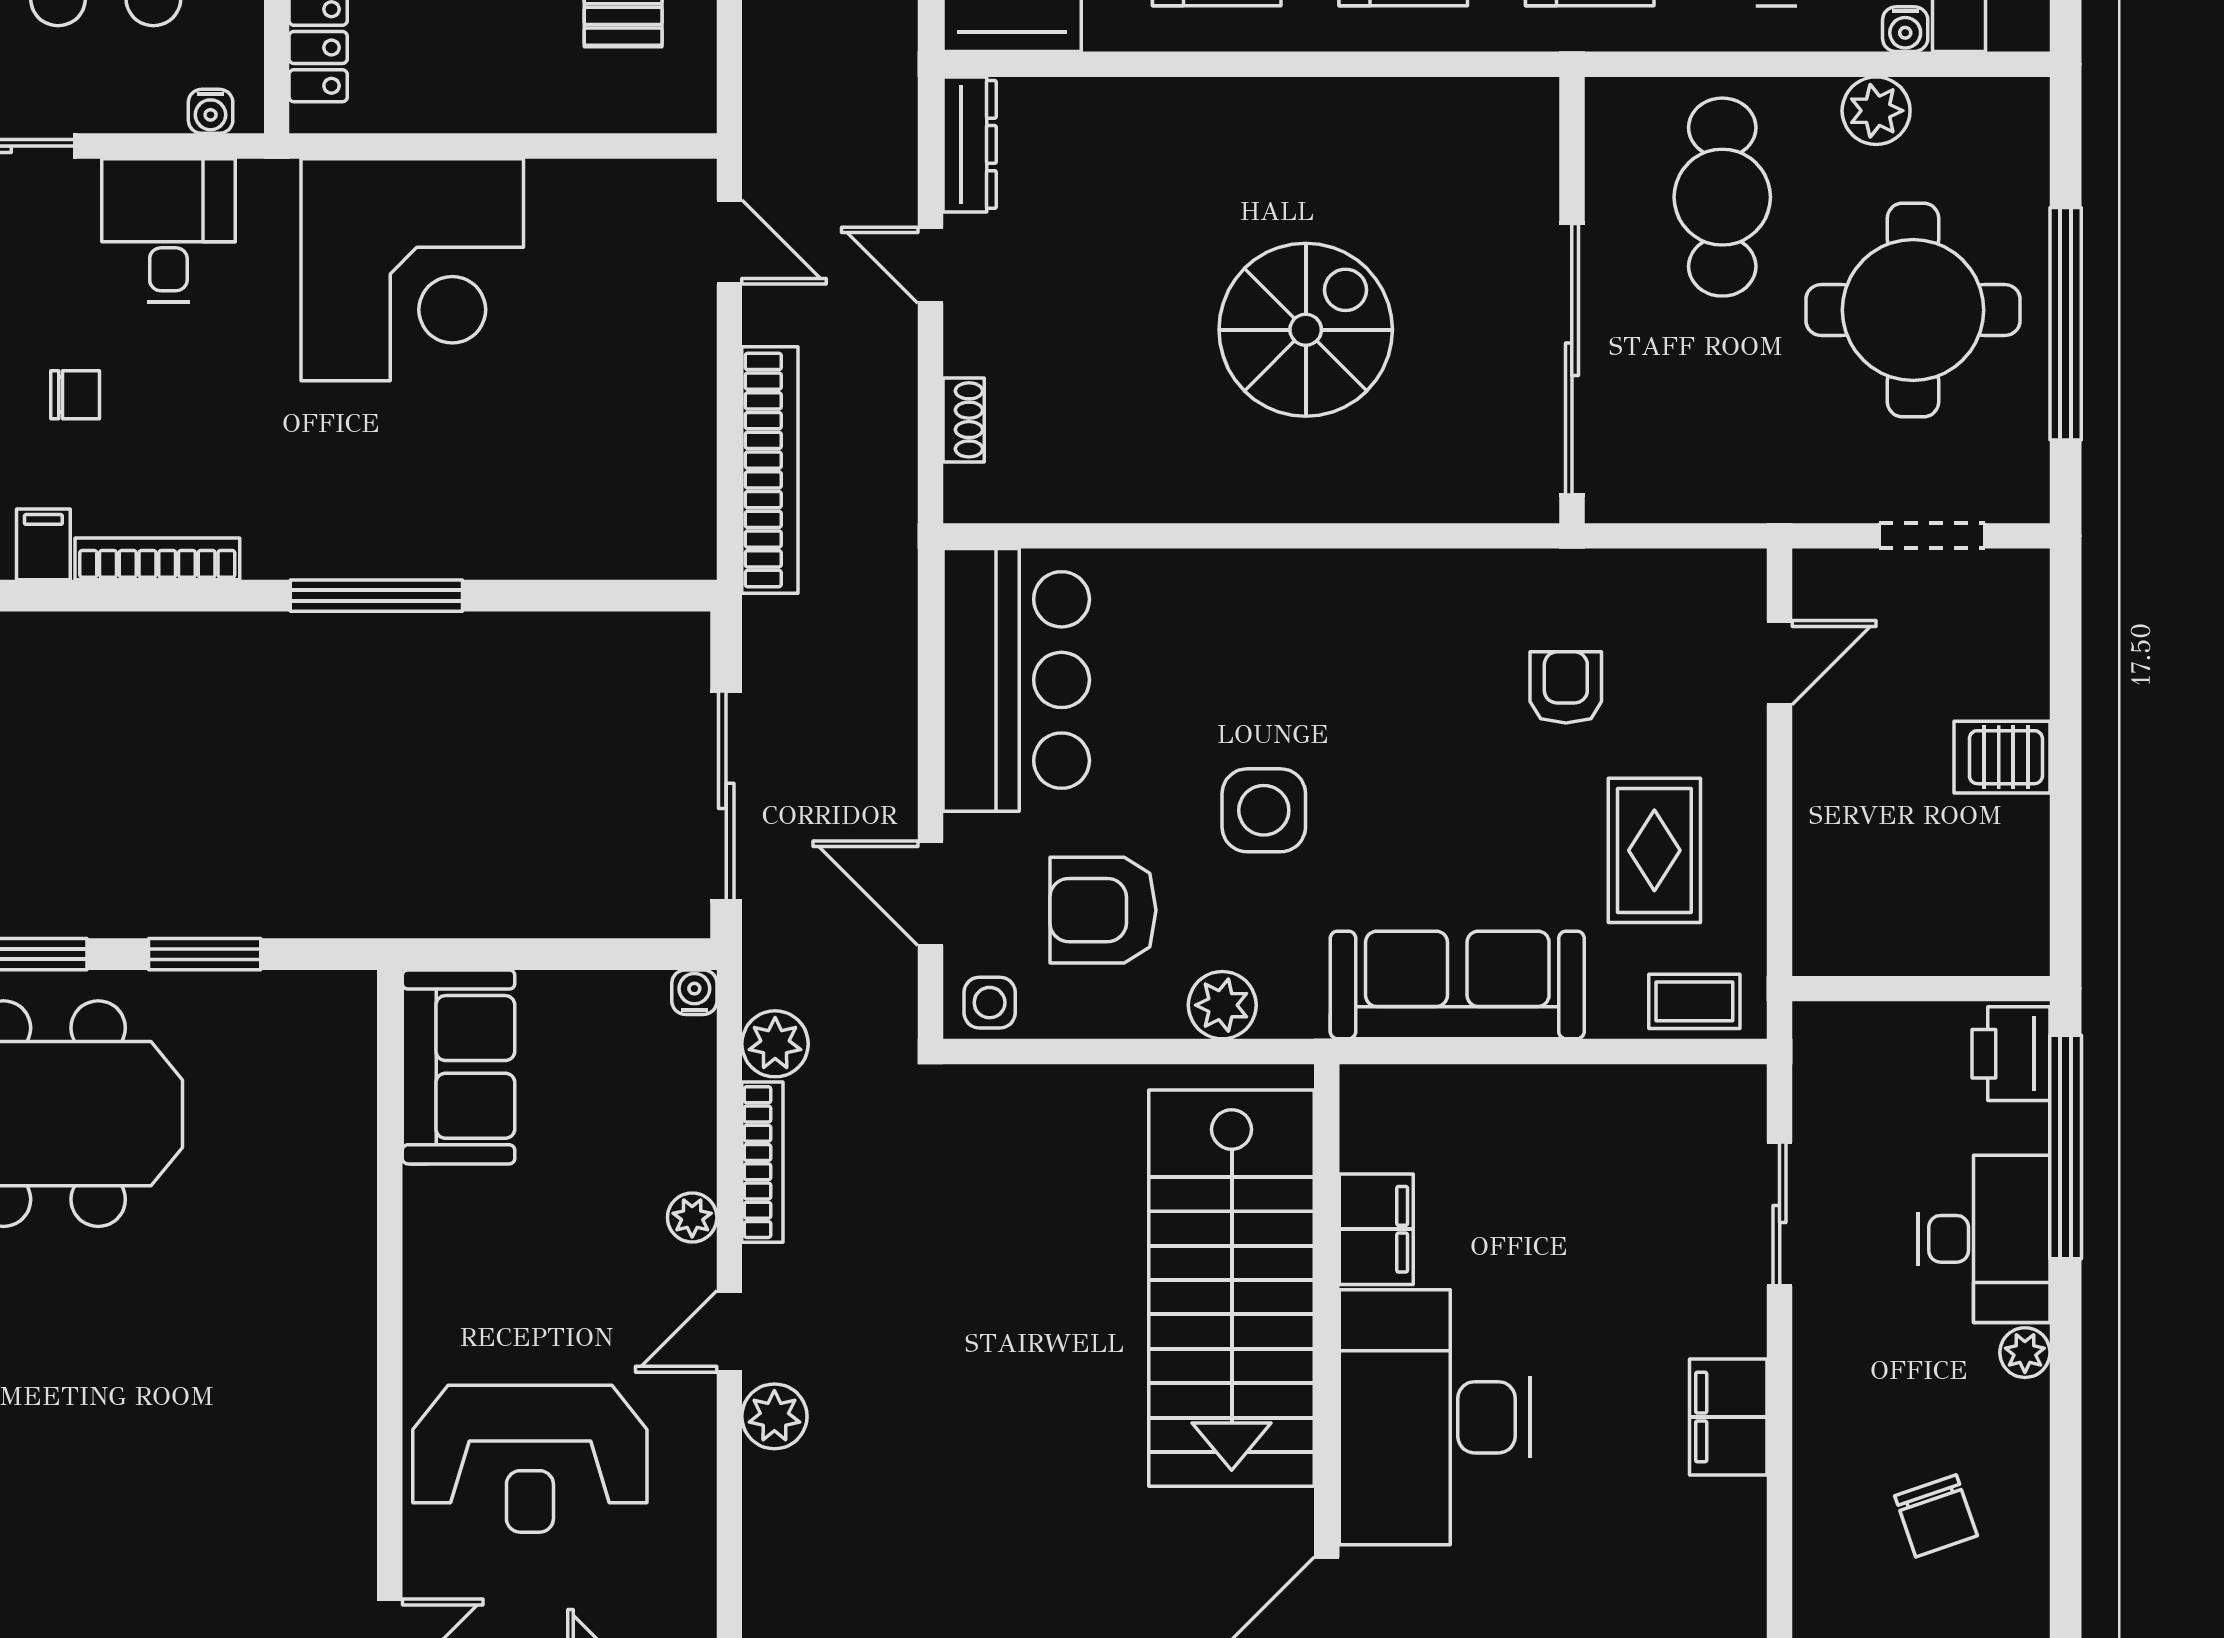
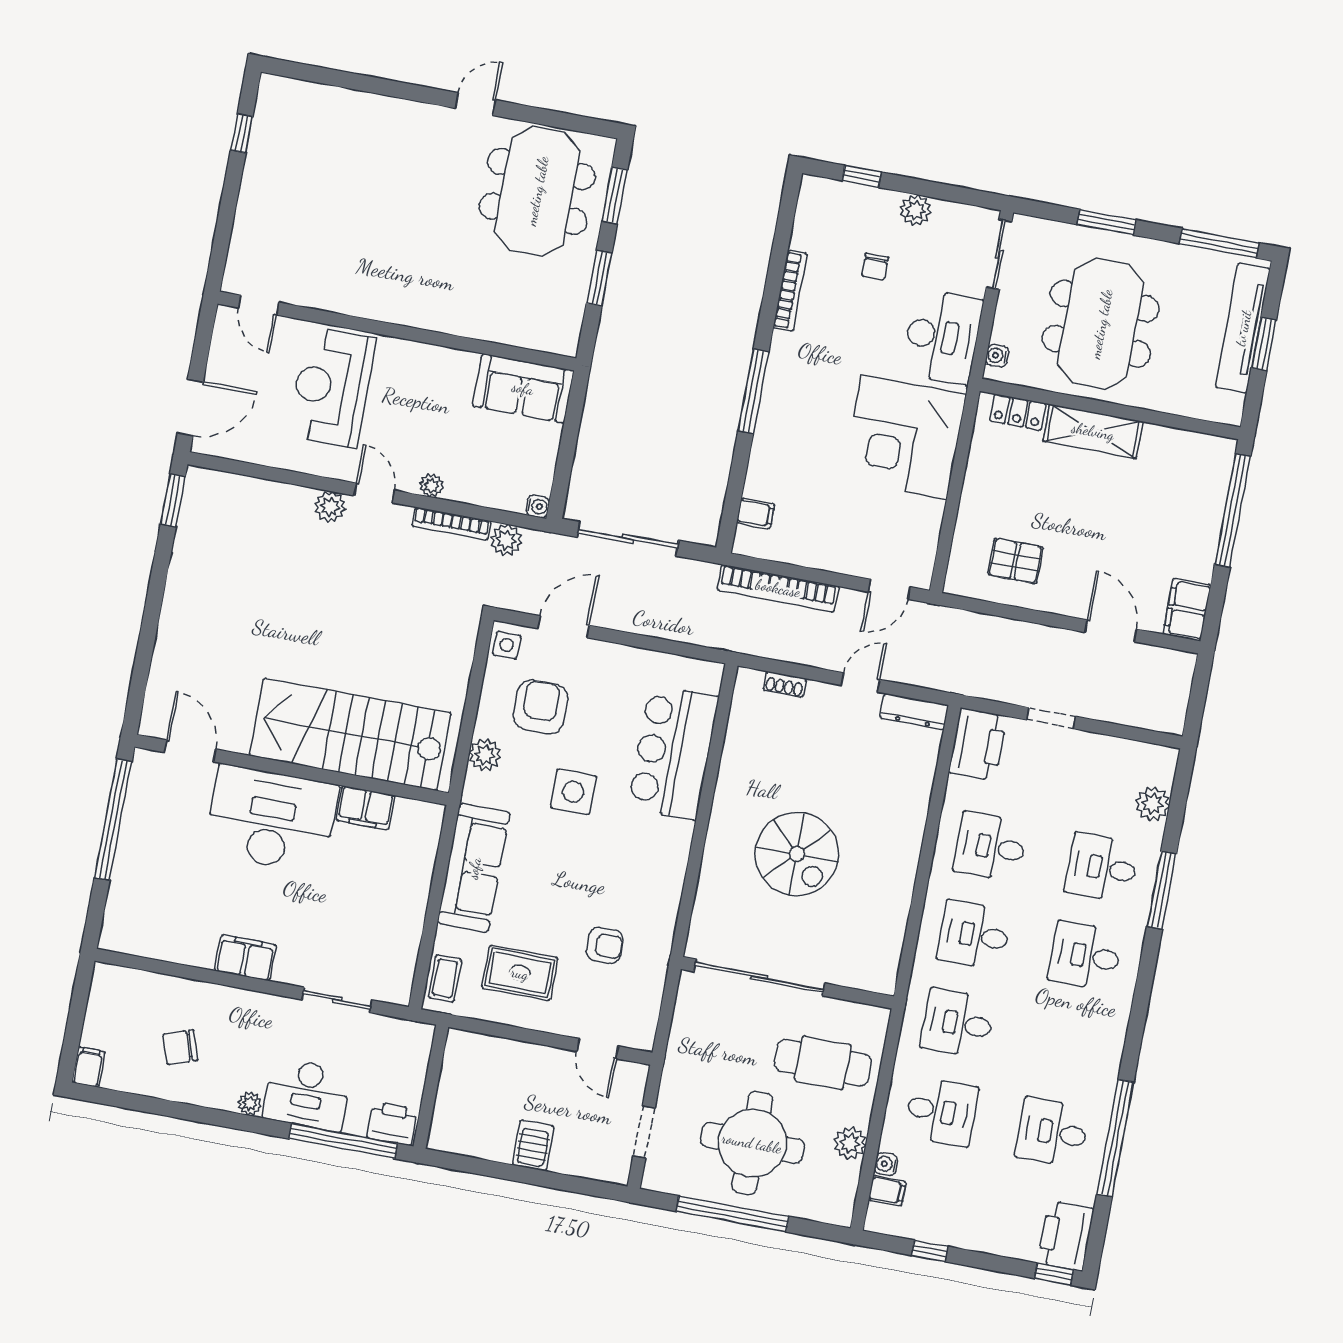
desk: (168, 230) -> (942, 337), width x1.37
filing cabinet: (43, 544) -> (756, 513), moved
bar counter: (1016, 680) -> (673, 752), moved, turned 90

